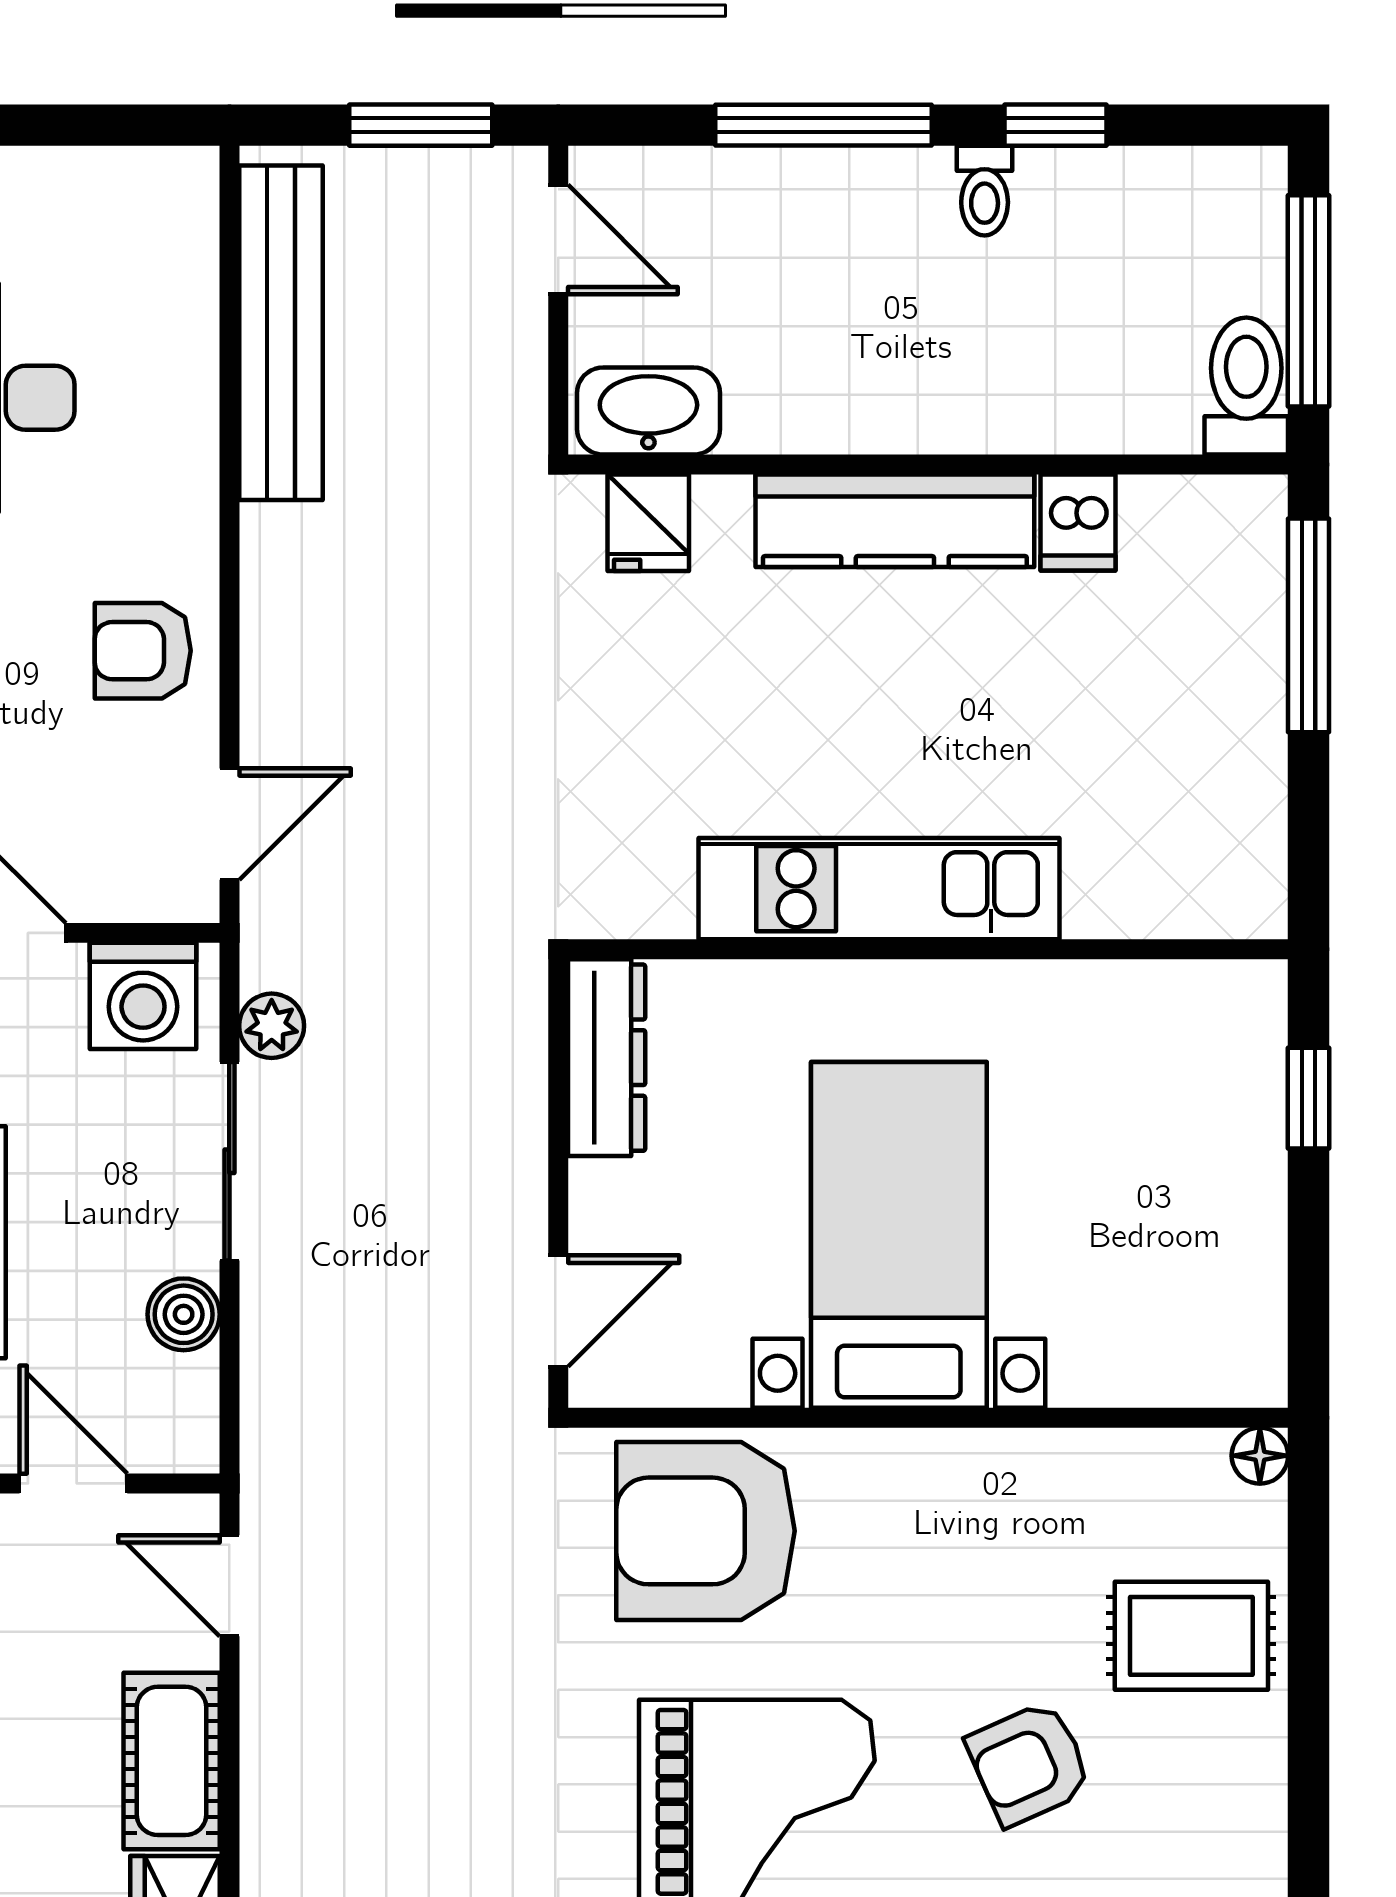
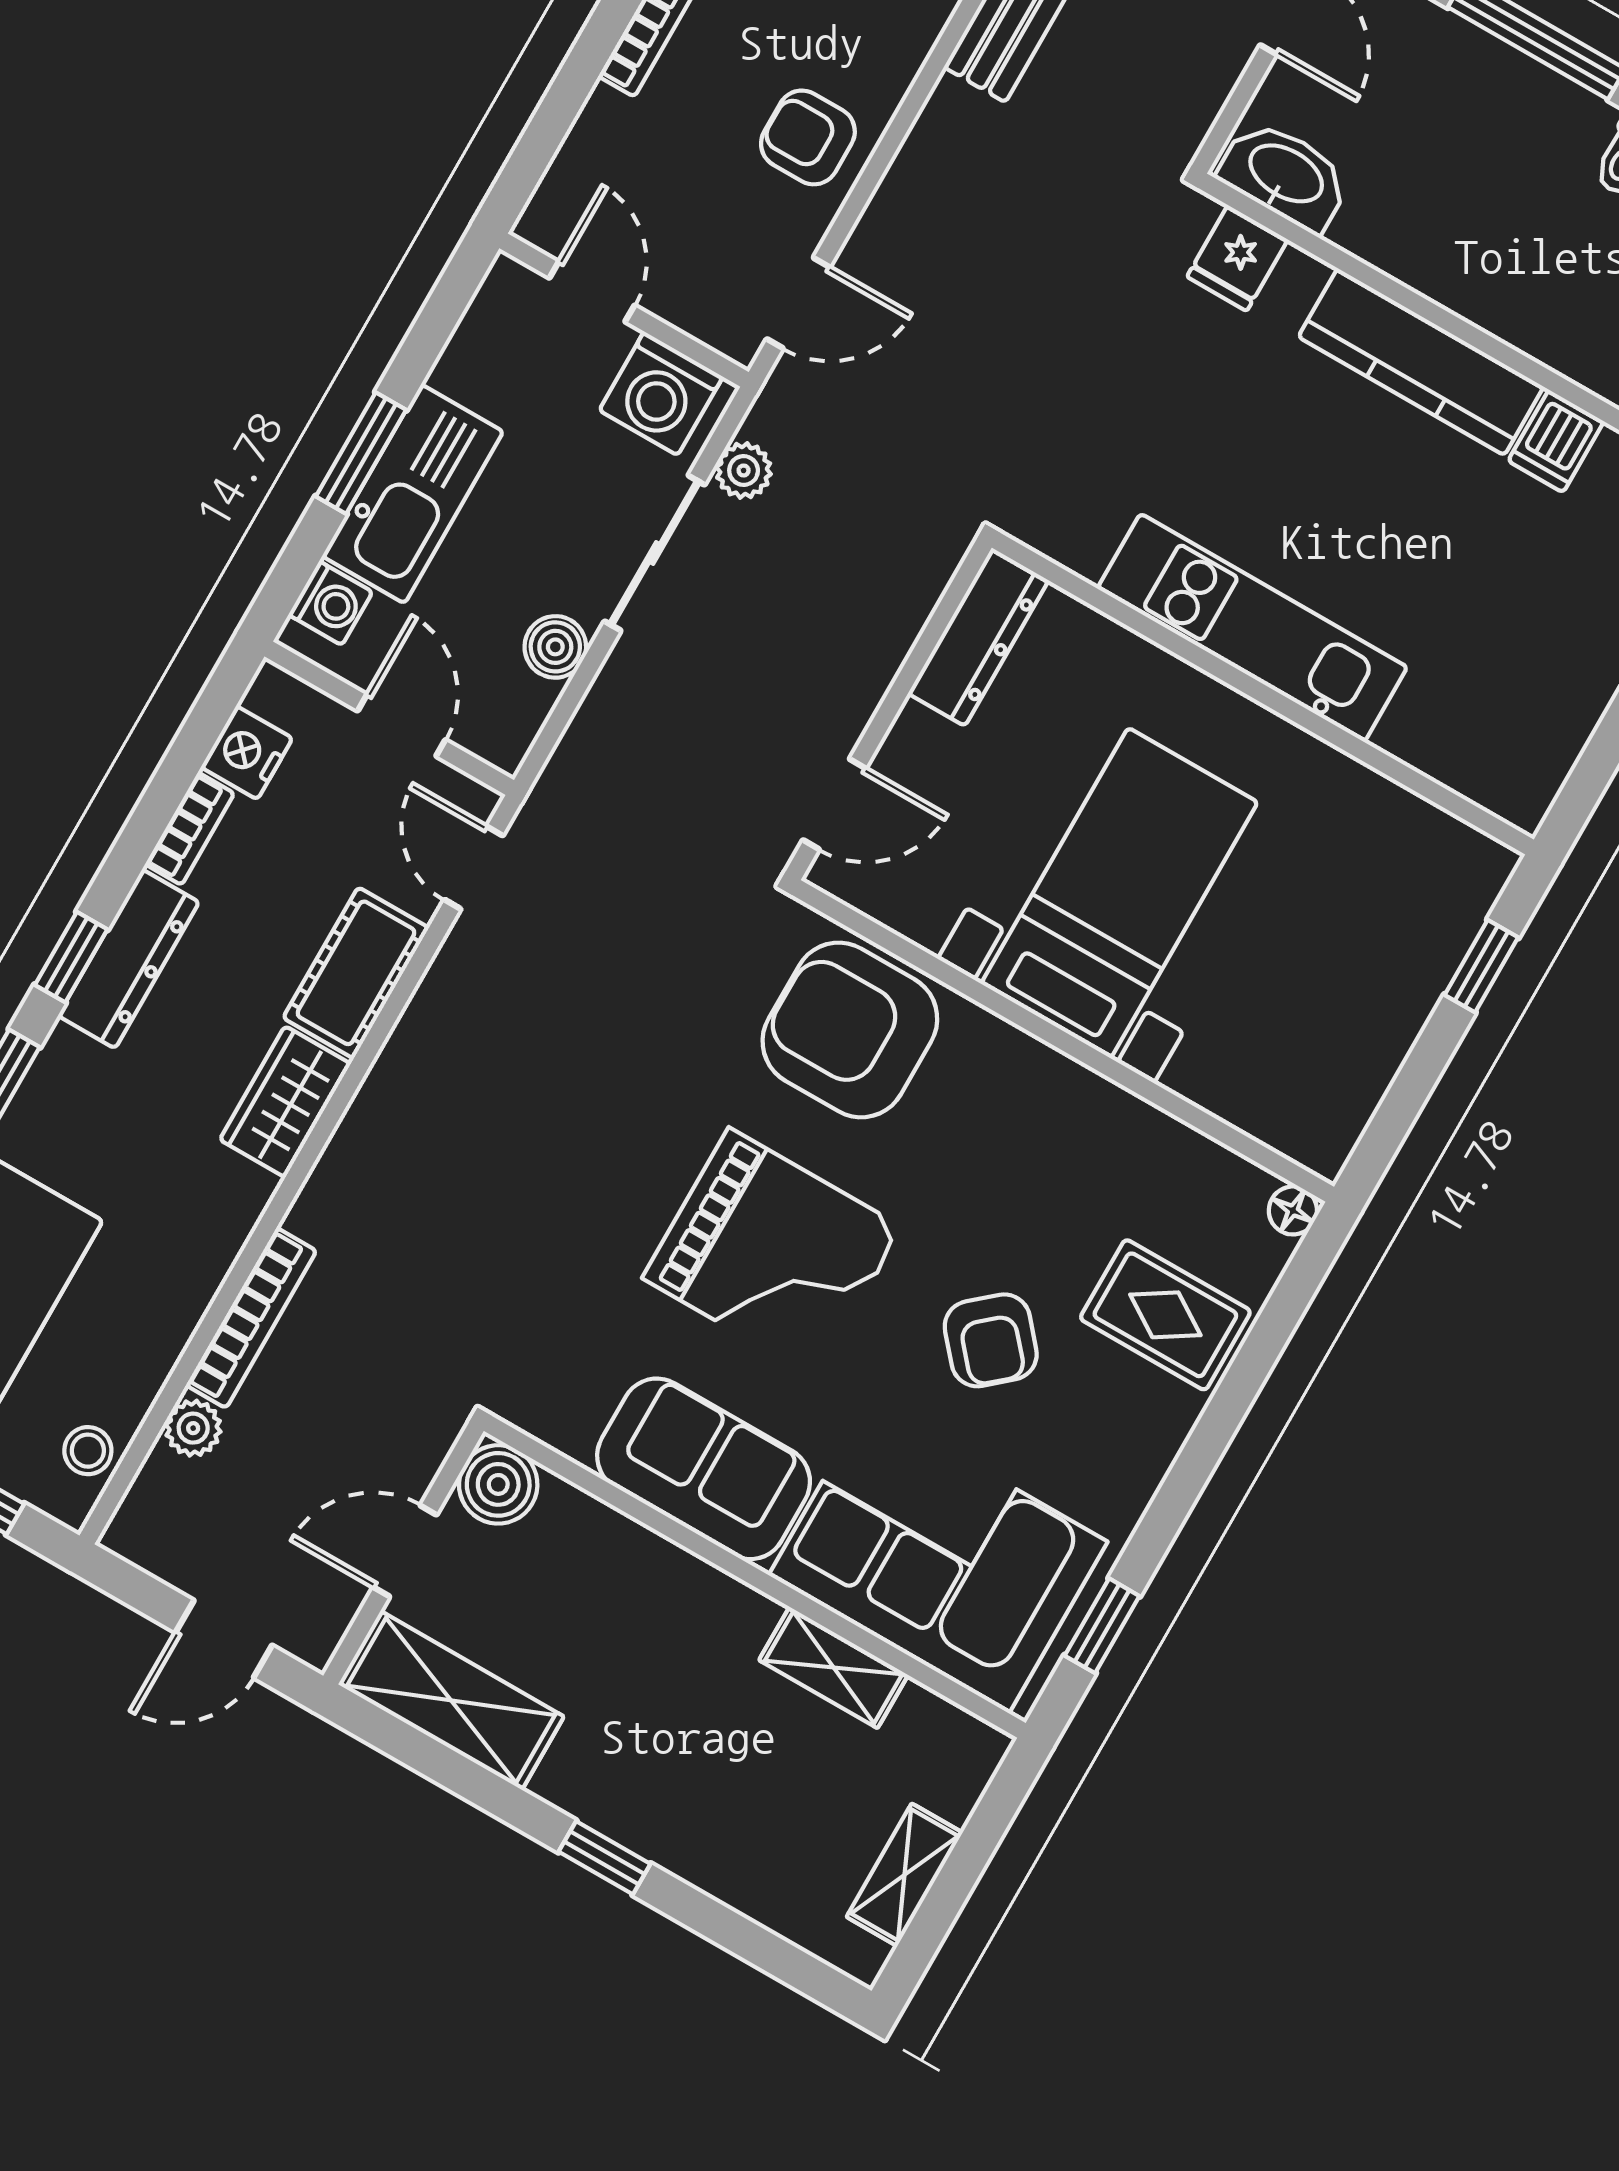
armchair: (1029, 1763) -> (991, 1340), turned -107

